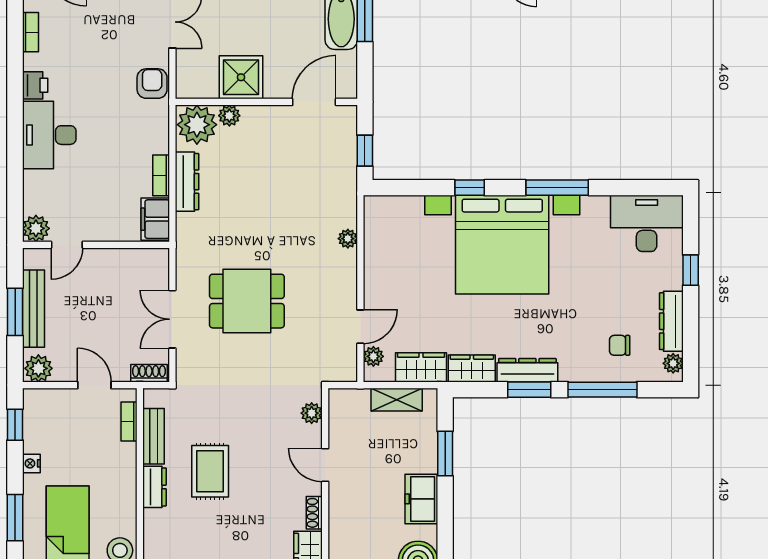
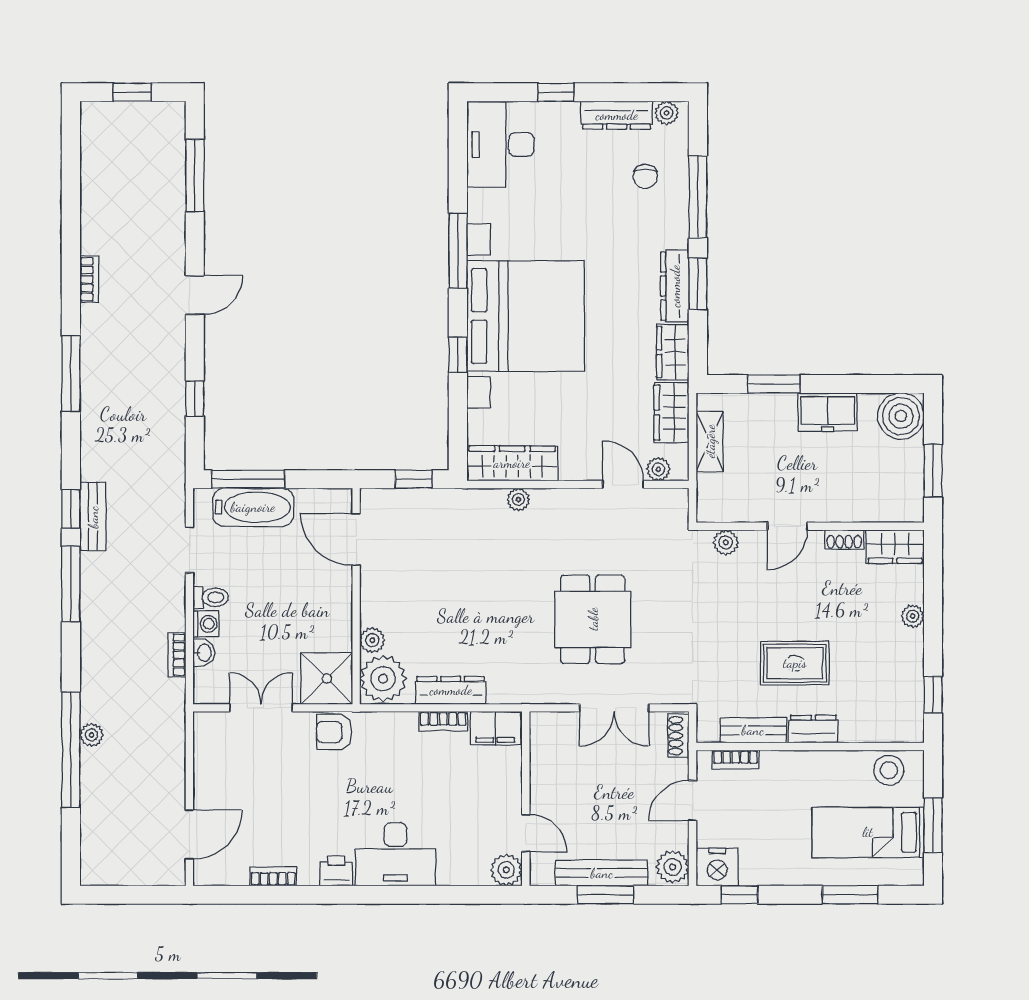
shower: (241, 77) -> (327, 679), moved
wardrobe: (378, 233) -> (512, 463), added
nightstand: (31, 463) -> (717, 867), moved, width x1.89, depth x1.79

